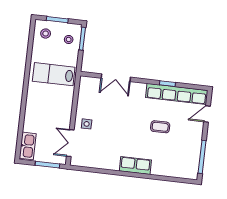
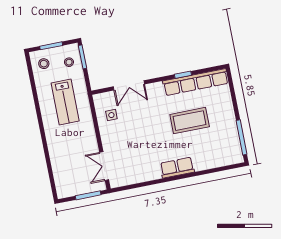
lab bench: (54, 74) -> (65, 102), turned -90
door: (207, 114) -> (233, 92), removed
side table: (87, 124) -> (111, 115), moved
coffee table: (160, 127) -> (190, 121), width x1.86, depth x1.72
kitchen sink: (28, 146) -> (62, 183), removed

